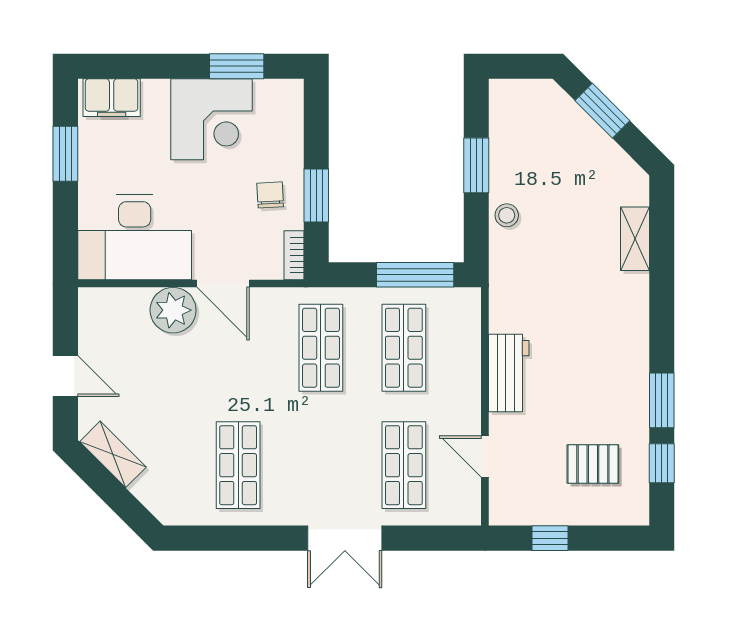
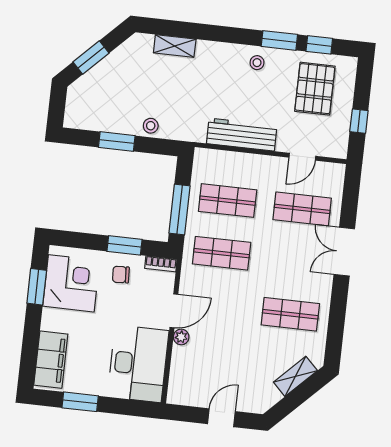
filing cabinet: (112, 98) -> (51, 360), width x1.50, depth x1.17
corner desk: (212, 119) -> (71, 283), moved
window: (415, 275) -> (180, 210), moved
plant: (173, 310) -> (181, 337), width x0.53, depth x0.53
stool: (623, 370) -> (257, 63), added
workbench: (509, 373) -> (242, 135), width x1.38
shelving: (113, 454) -> (295, 376), moved
pallet: (593, 464) -> (315, 89), width x1.50, depth x1.42
double door: (345, 538) -> (344, 252), swing flipped

